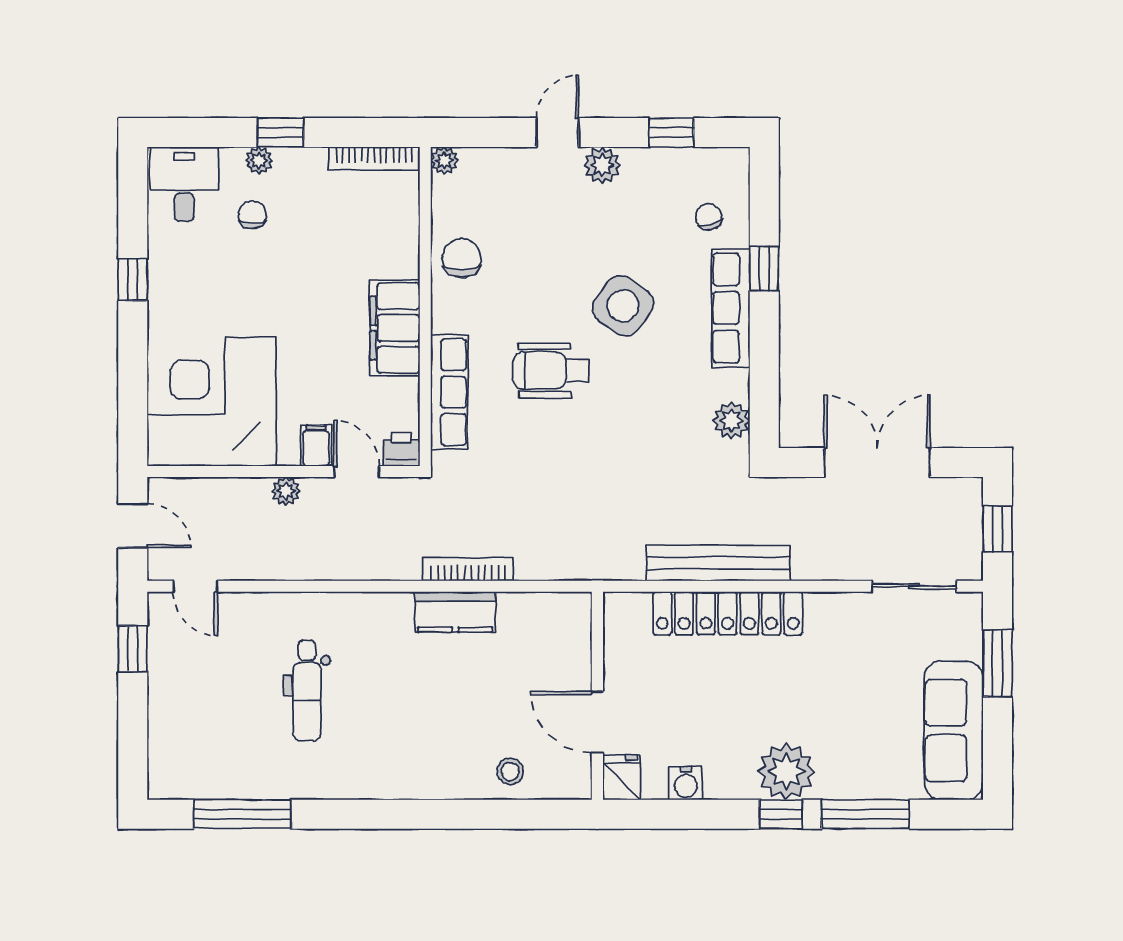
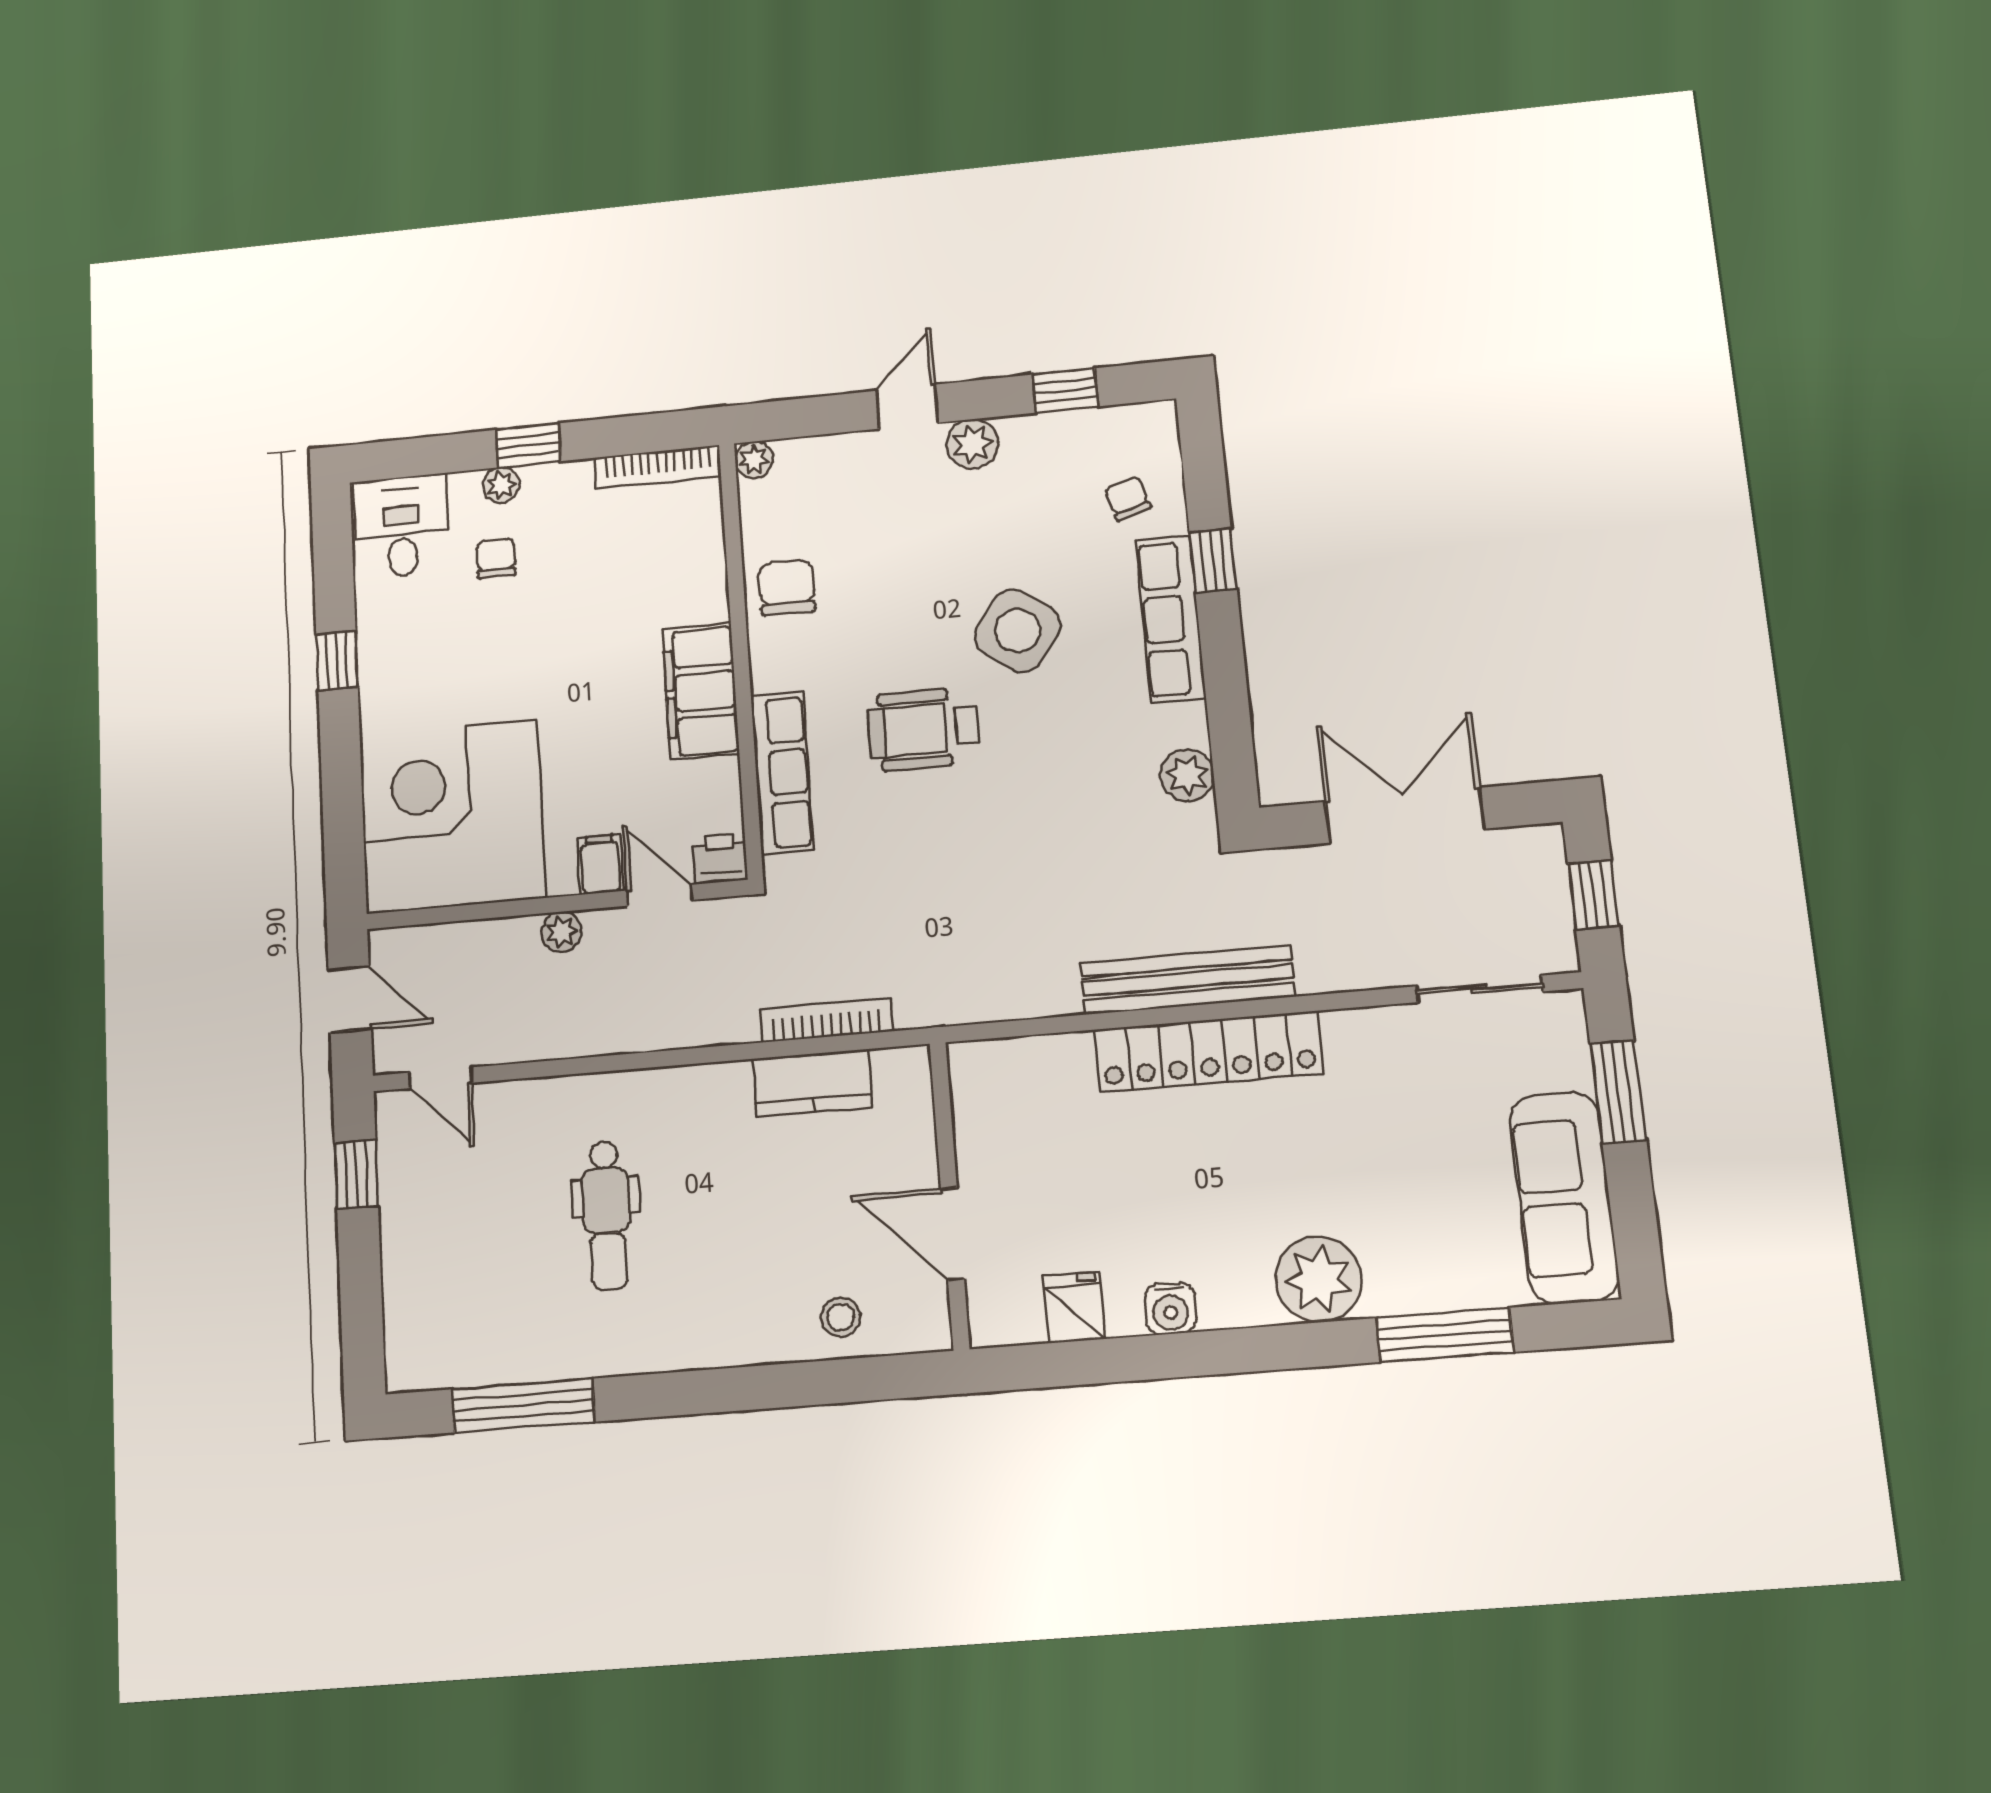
wall: (597, 696) -> (949, 1195), moved
door: (597, 722) -> (952, 1234), moved
stool: (510, 771) -> (841, 1317), moved
window: (781, 814) -> (1317, 1345), removed

